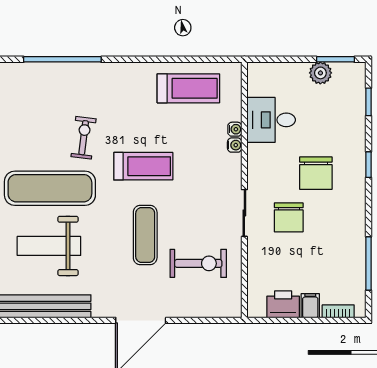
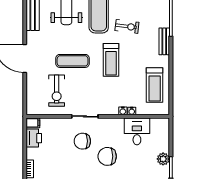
bench: (110, 71) -> (164, 41), added
filing cabinet: (310, 306) -> (33, 123), moved

